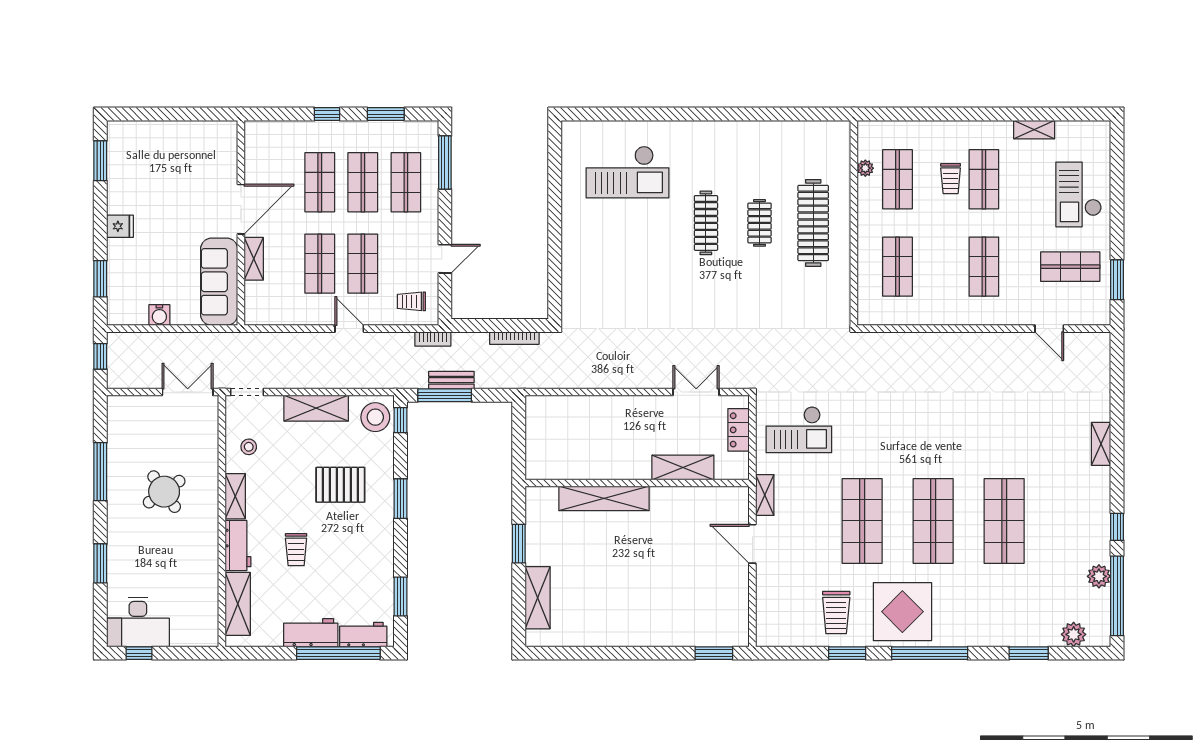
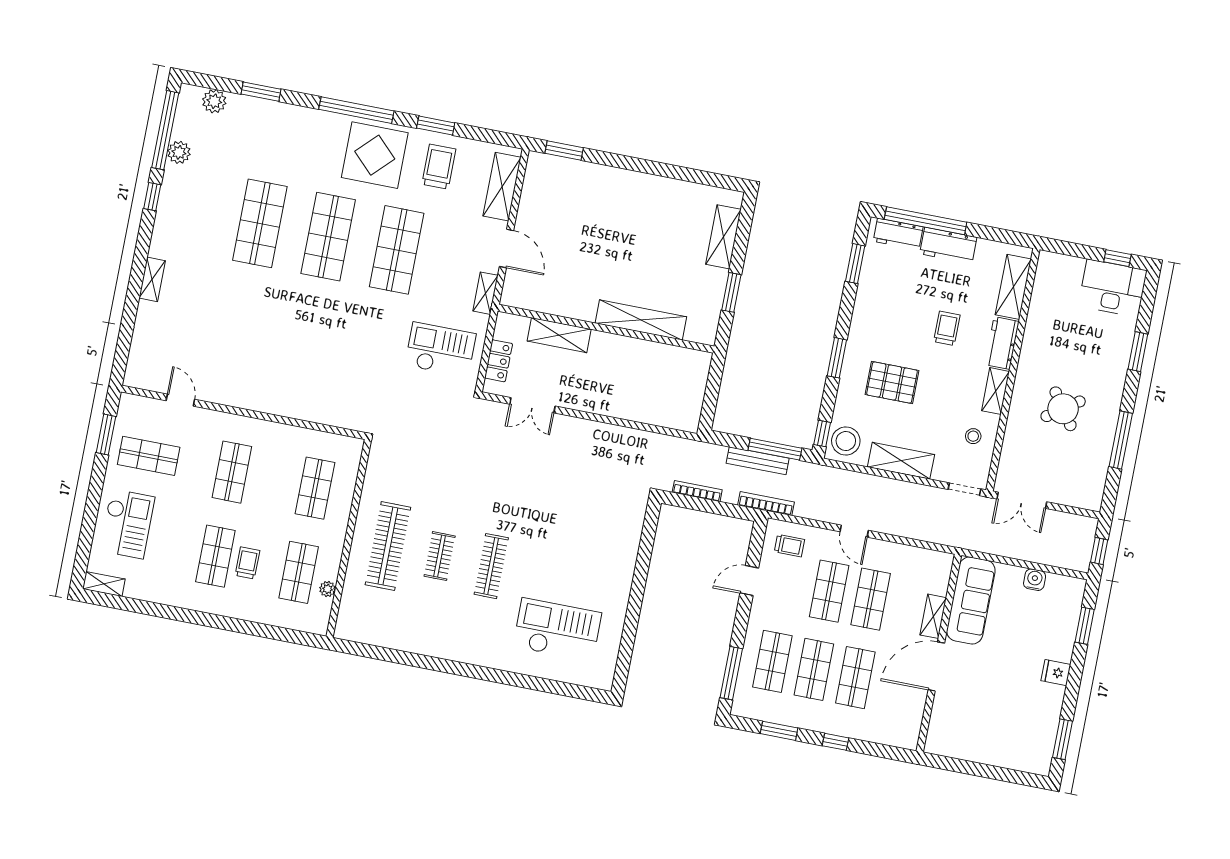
shelving: (1034, 130) -> (104, 584), moved
bookcase: (433, 339) -> (766, 504), width x1.56
bench: (451, 380) -> (758, 461), width x1.36
shelving: (769, 605) -> (502, 187), added

